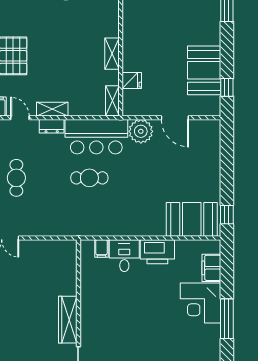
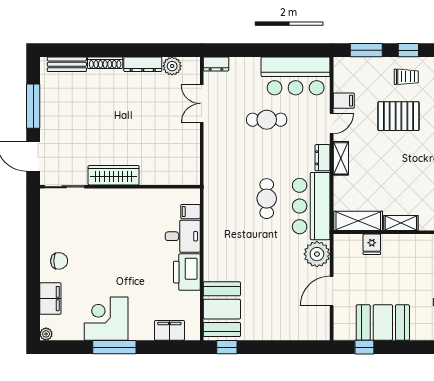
shelving: (112, 101) -> (358, 221), width x1.50, depth x1.33
corner desk: (201, 303) -> (106, 319), moved

